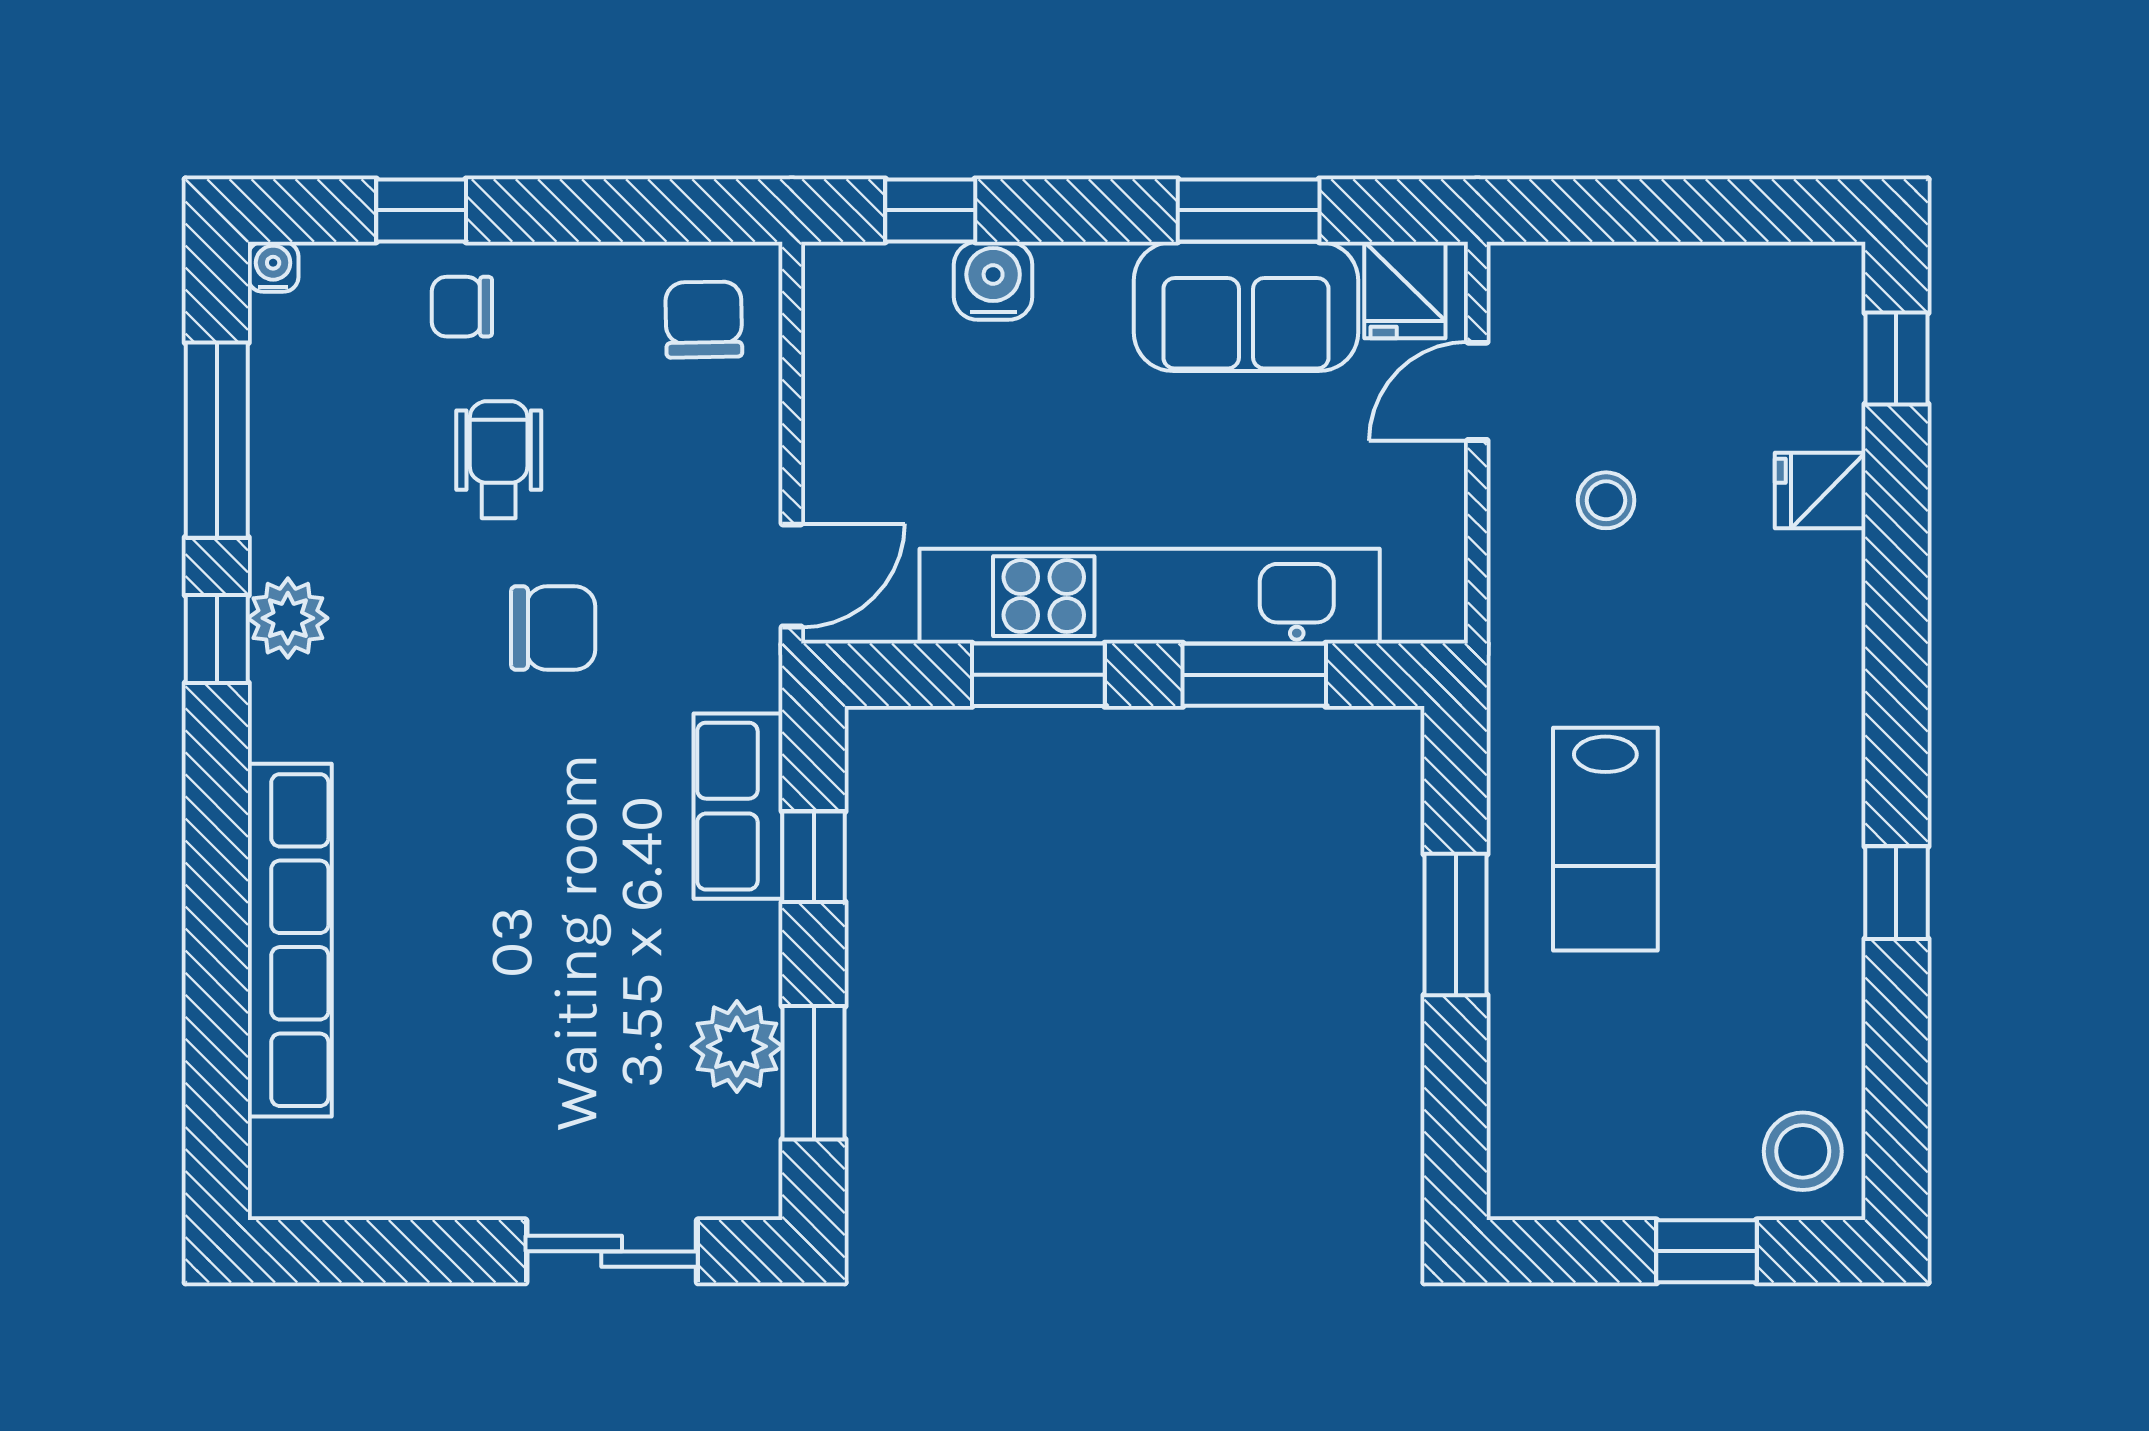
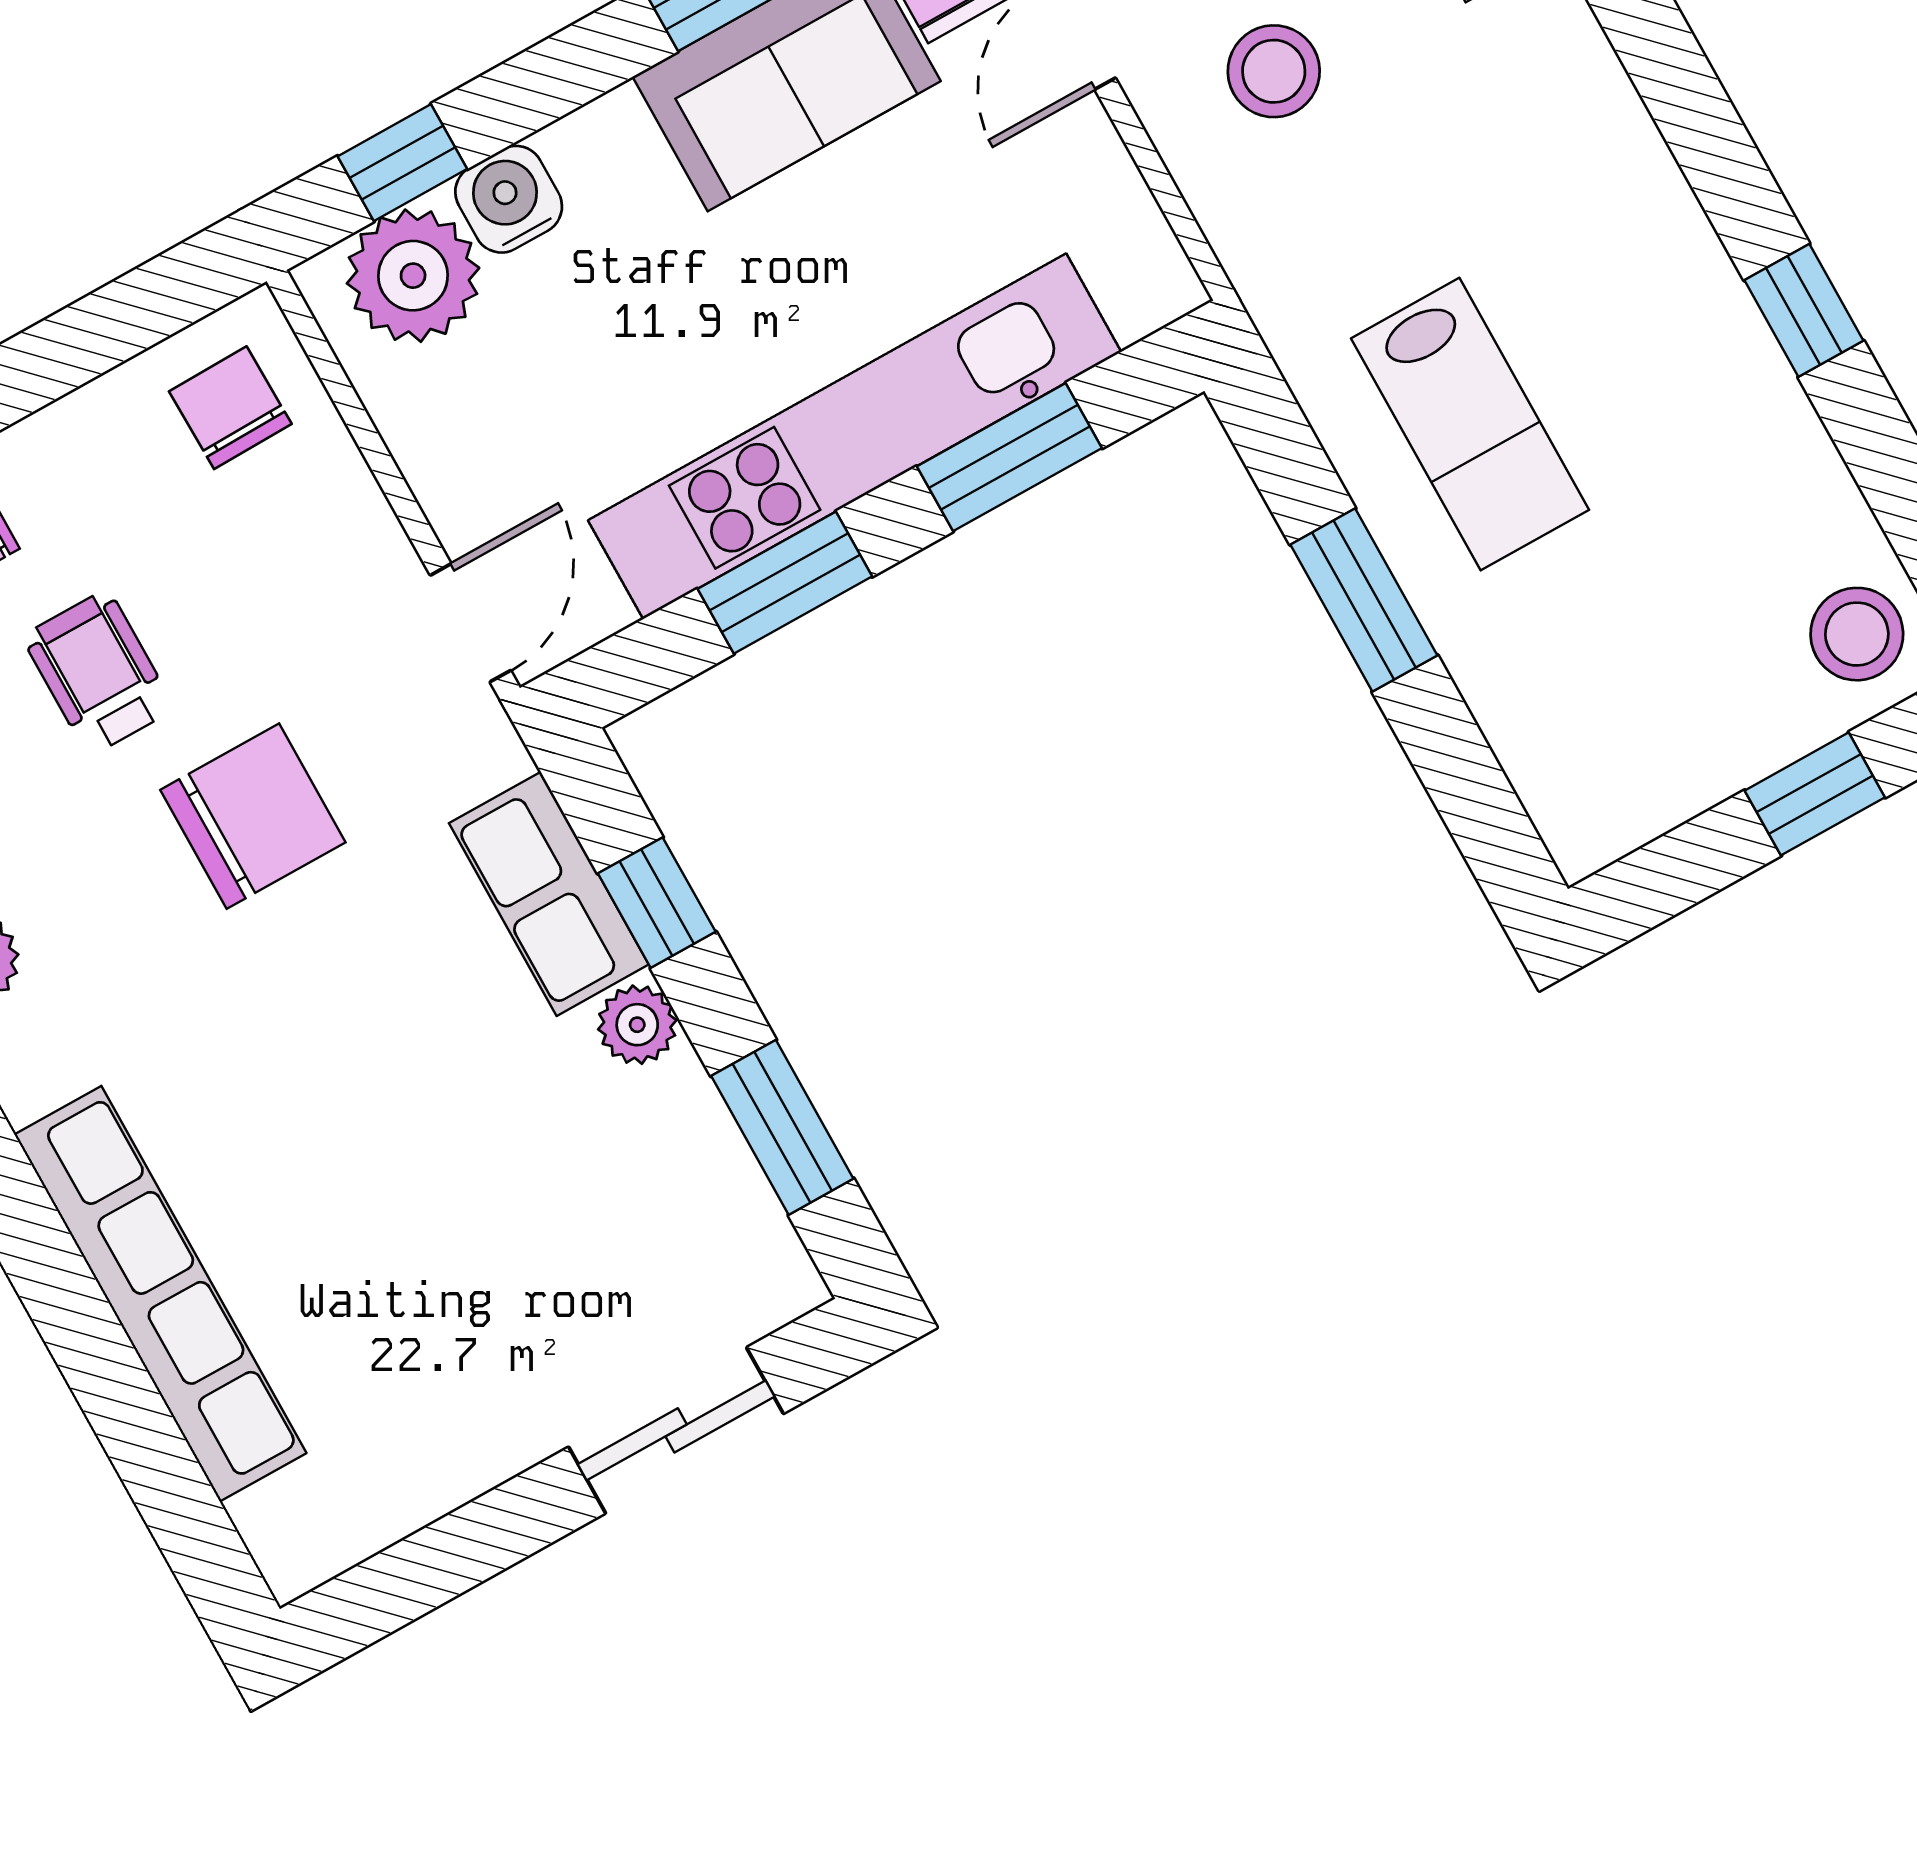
plant: (892, 298) -> (413, 276), added
stool: (1606, 500) -> (1274, 71), width x1.37, depth x1.37
chair: (553, 628) -> (253, 816), width x1.37, depth x1.37
plant: (737, 1046) -> (637, 1025), moved, width x0.73, depth x0.73

